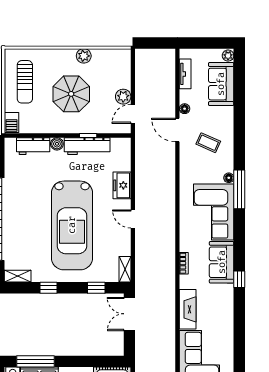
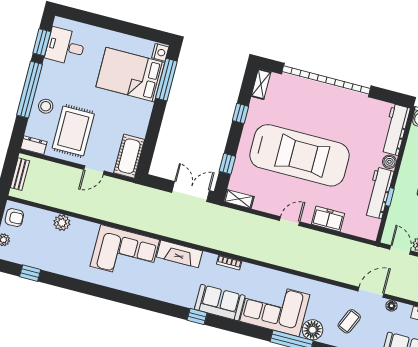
workbench: (33, 146) -> (395, 130), width x1.37
floor lamp: (229, 178) -> (313, 330), width x1.89, depth x1.89
car: (72, 225) -> (299, 155), turned 180

